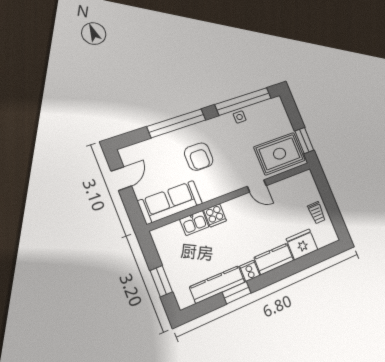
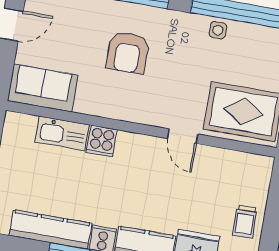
sofa: (170, 202) -> (43, 88), width x0.73
kitchen sink: (194, 223) -> (62, 133), width x1.38

